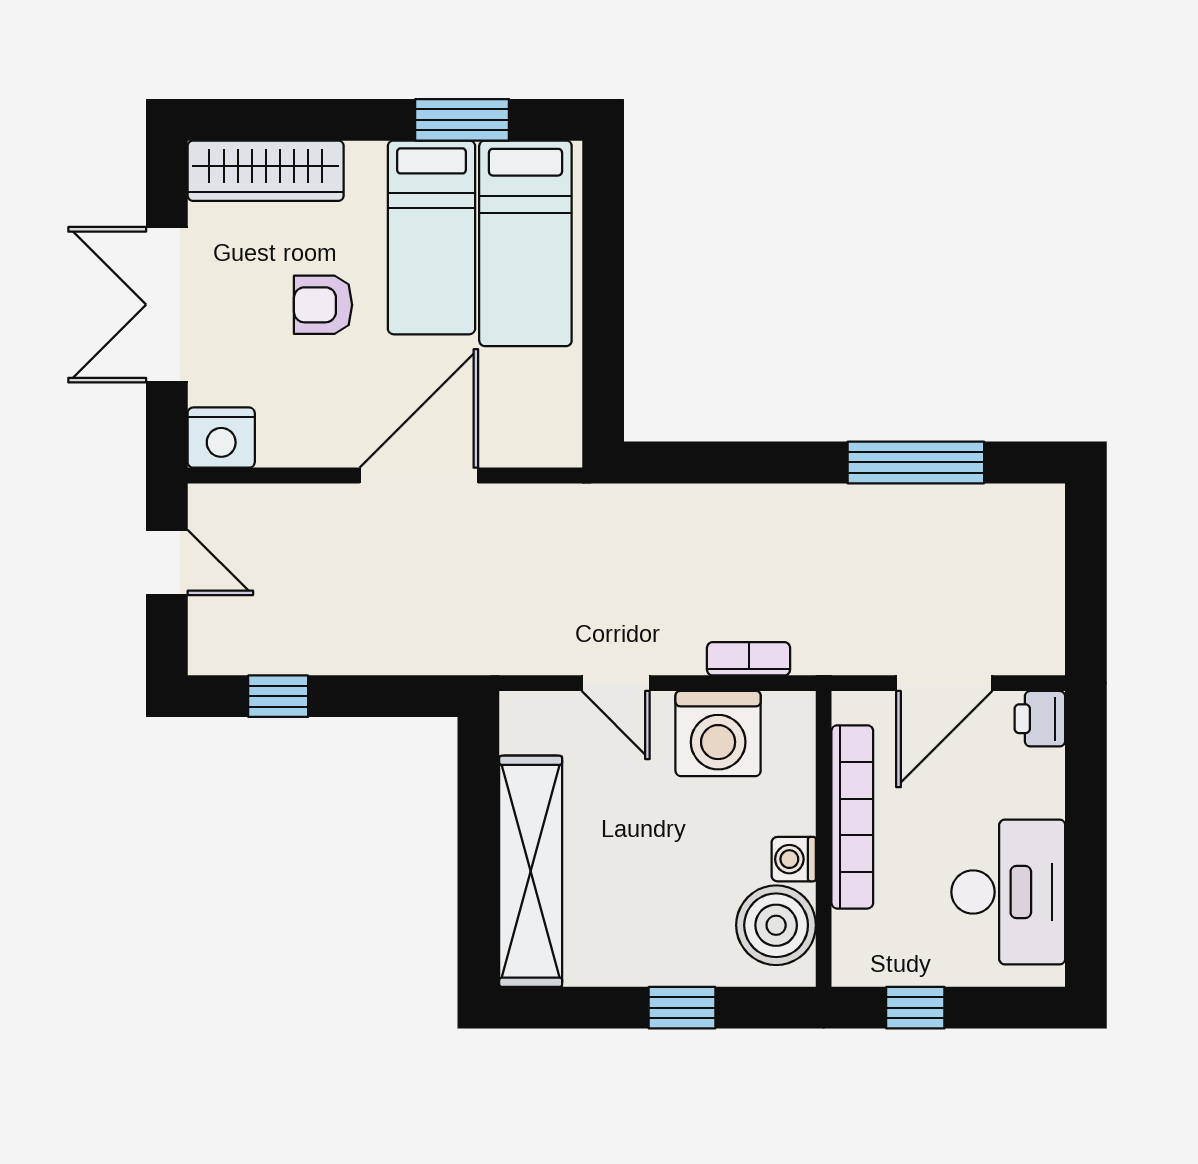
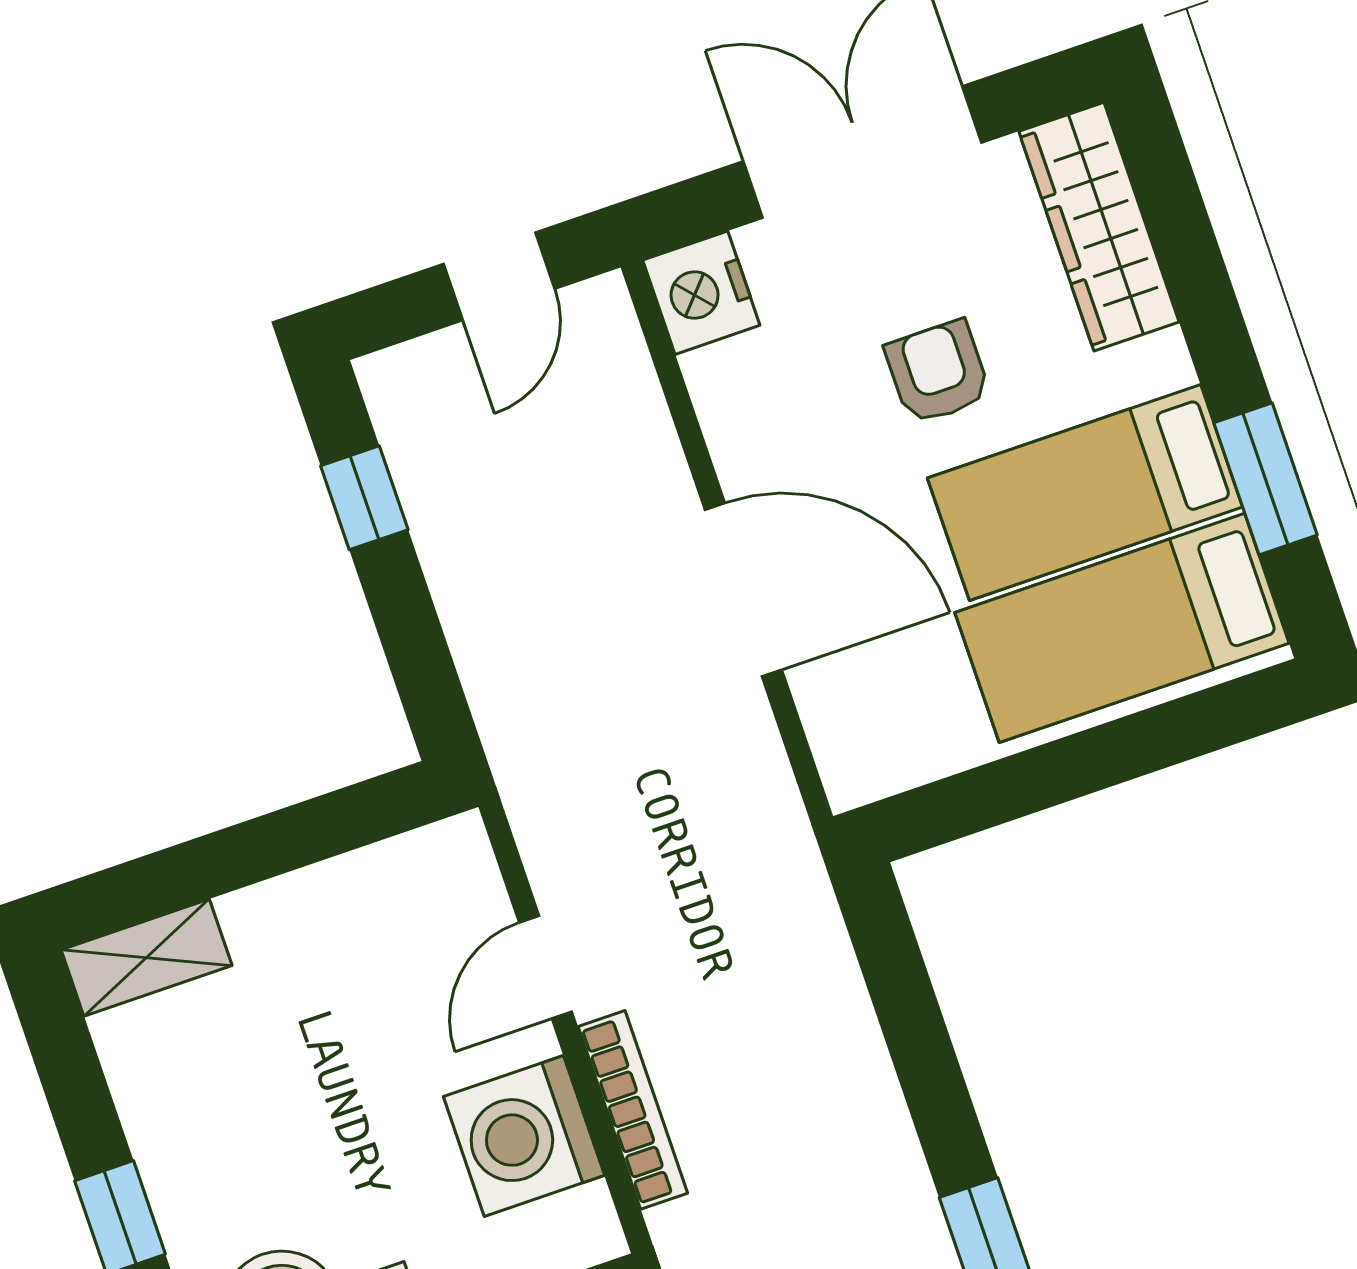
bookcase: (749, 659) -> (633, 1110), width x1.56
shelving: (531, 871) -> (147, 958), width x0.45, depth x0.75

